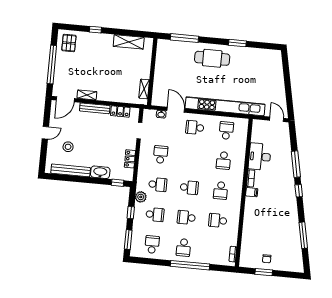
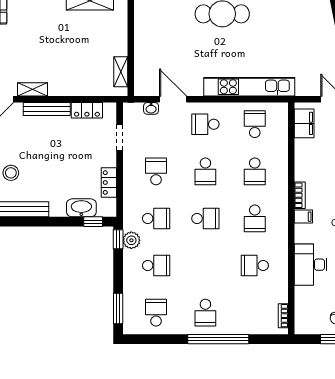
kitchen unit: (225, 106) -> (249, 87), width x0.73
filing cabinet: (258, 133) -> (304, 123), added
desk: (260, 157) -> (311, 265), moved
washbasin: (100, 172) -> (81, 208), moved
window: (131, 213) -> (118, 239), moved
school desk: (186, 218) -> (205, 171), moved, turned -90

